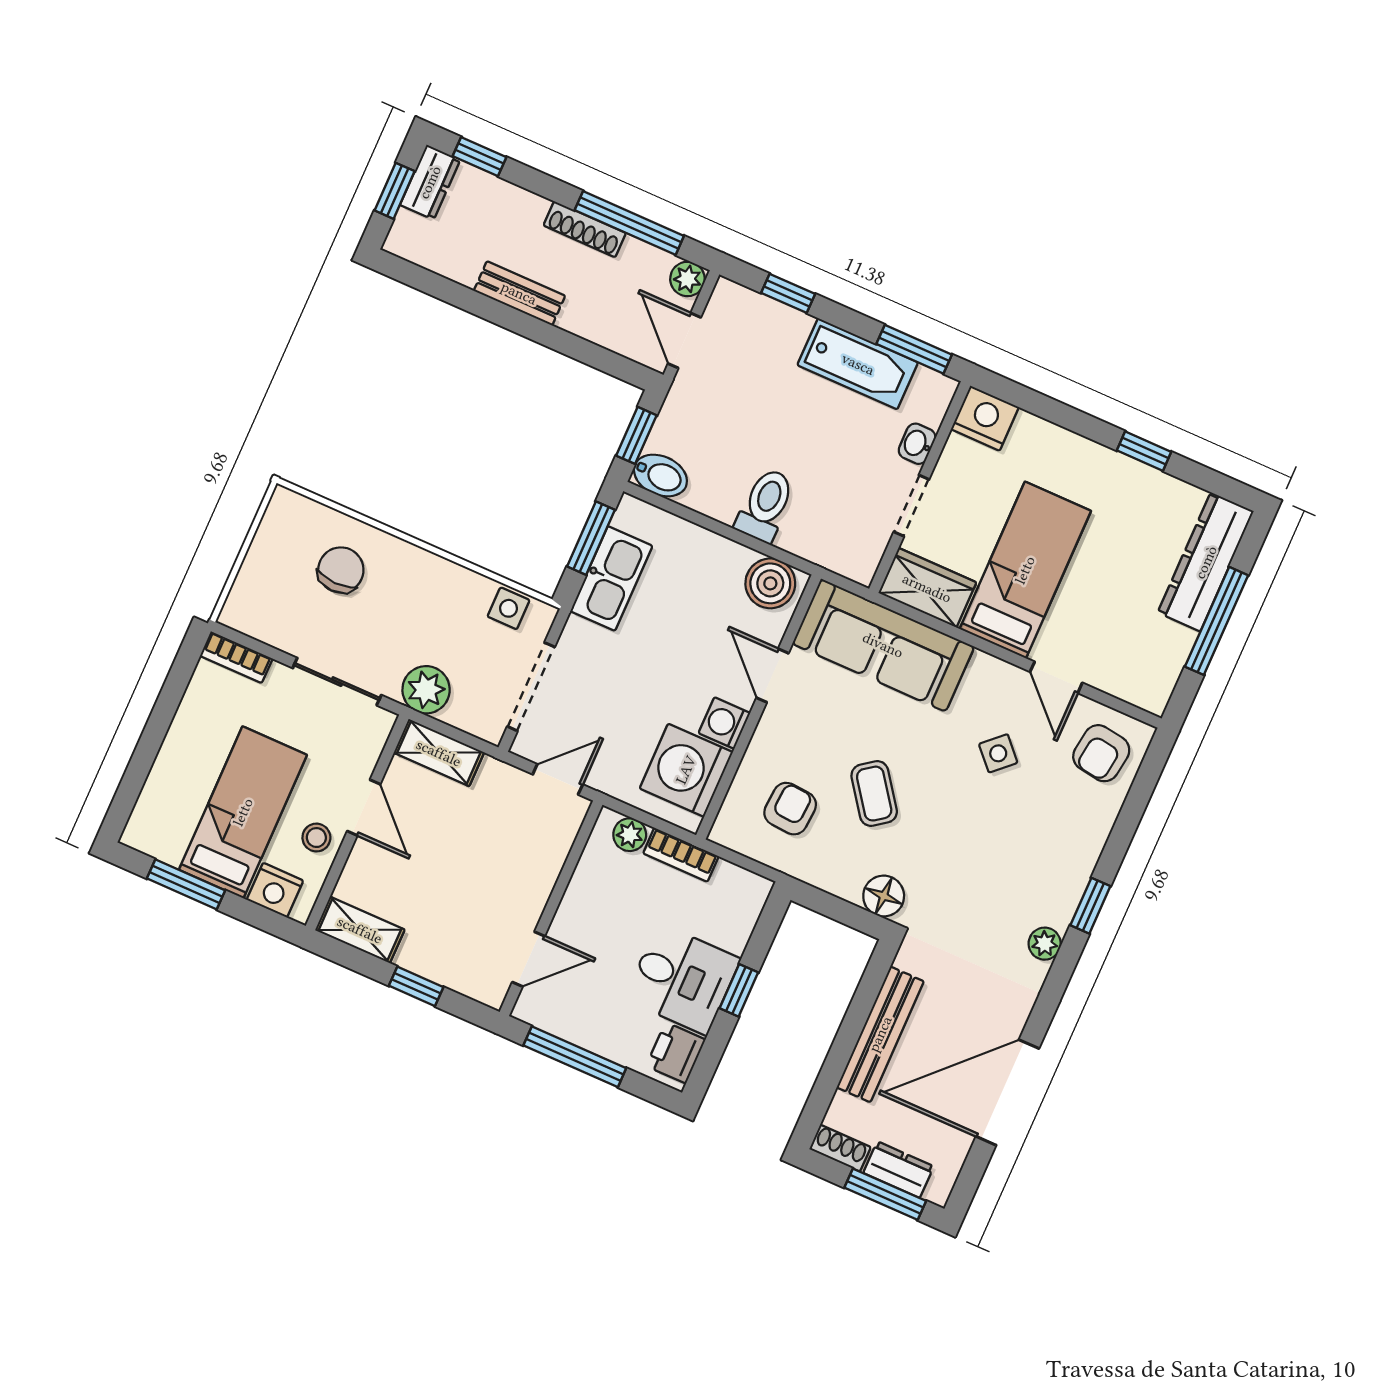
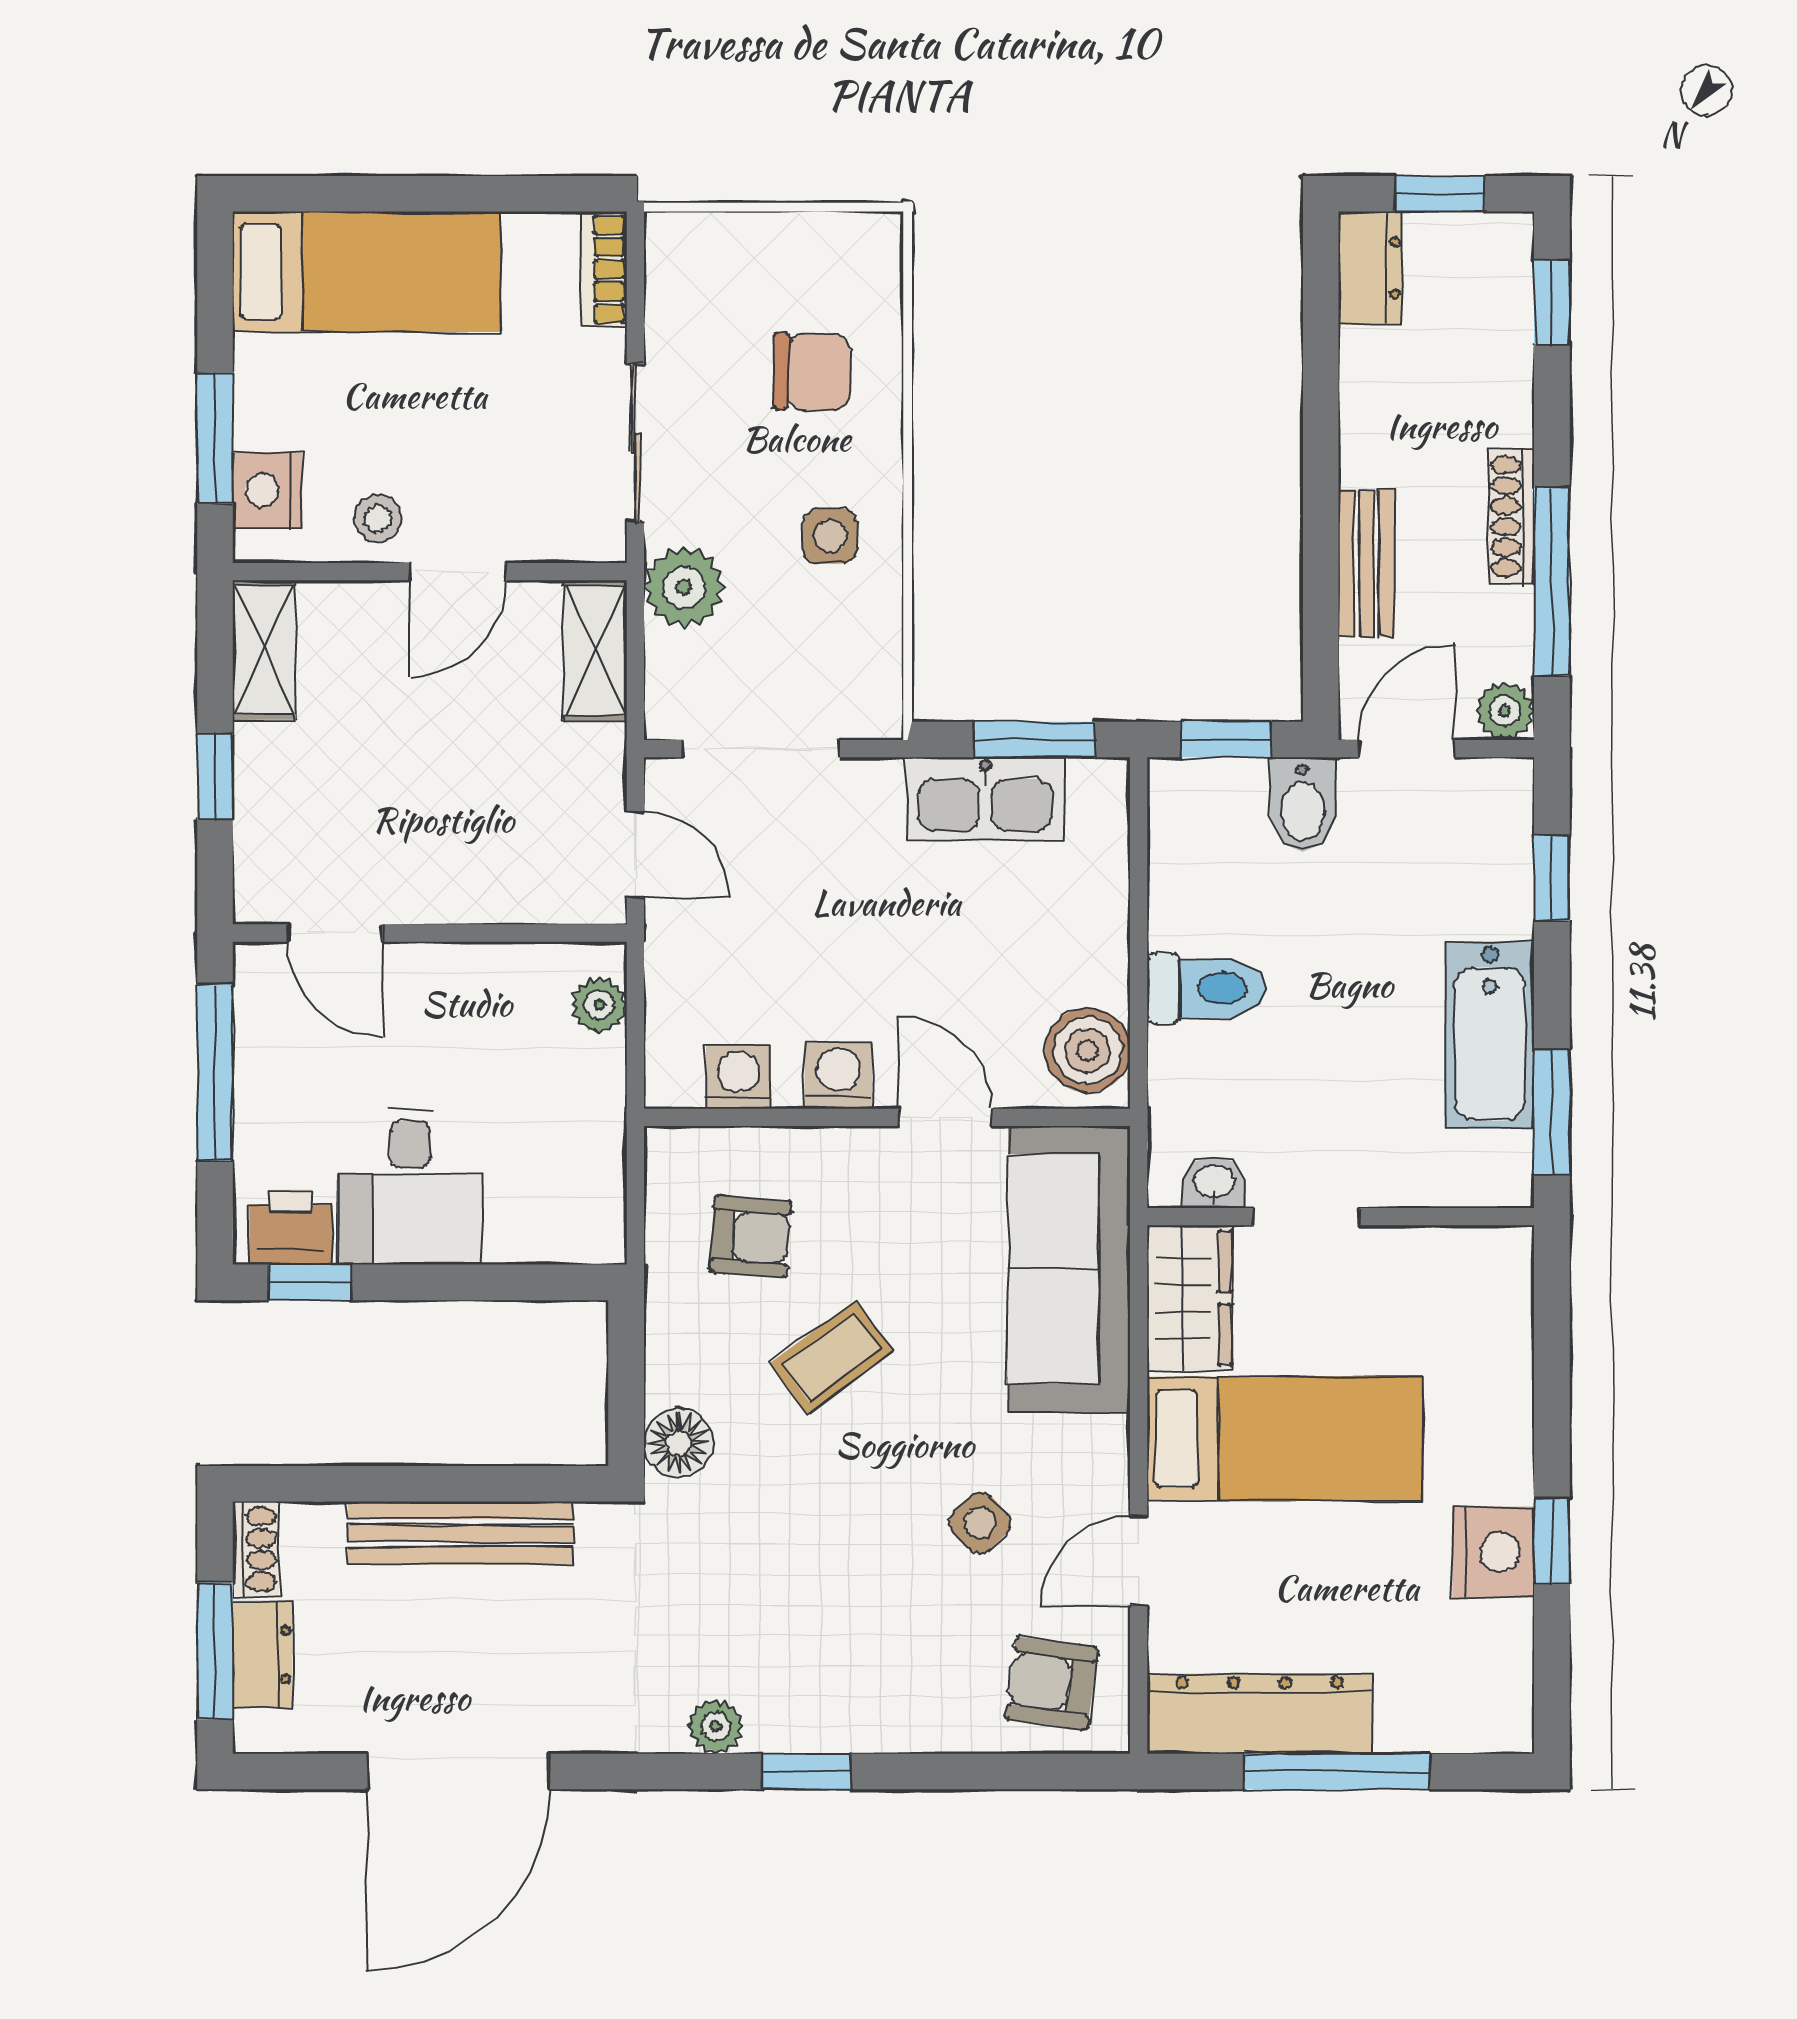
dresser: (430, 182) -> (1370, 268), moved, turned -90
bench: (519, 293) -> (1366, 563), moved
nightstand: (985, 418) -> (1493, 1552), moved
washbasin: (917, 444) -> (1214, 1183), moved
bidet: (660, 476) -> (1303, 805), moved
dresser: (1206, 562) -> (1260, 1714), moved
side table: (509, 608) -> (830, 536), moved
door: (772, 676) -> (945, 1117), hinge flipped
washing machine: (686, 770) -> (738, 1077), width x0.53, depth x0.53
bed: (243, 812) -> (367, 272), moved
bookcase: (681, 855) -> (603, 1098), removed
window: (186, 884) -> (215, 438), moved
window: (739, 990) -> (310, 1282), moved
door: (1008, 1092) -> (458, 1772), swing flipped

